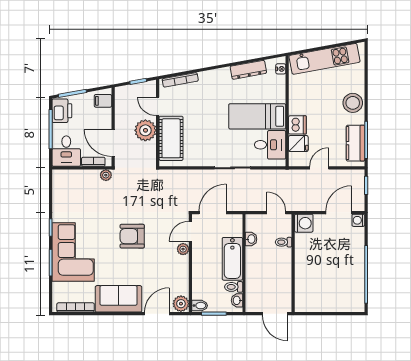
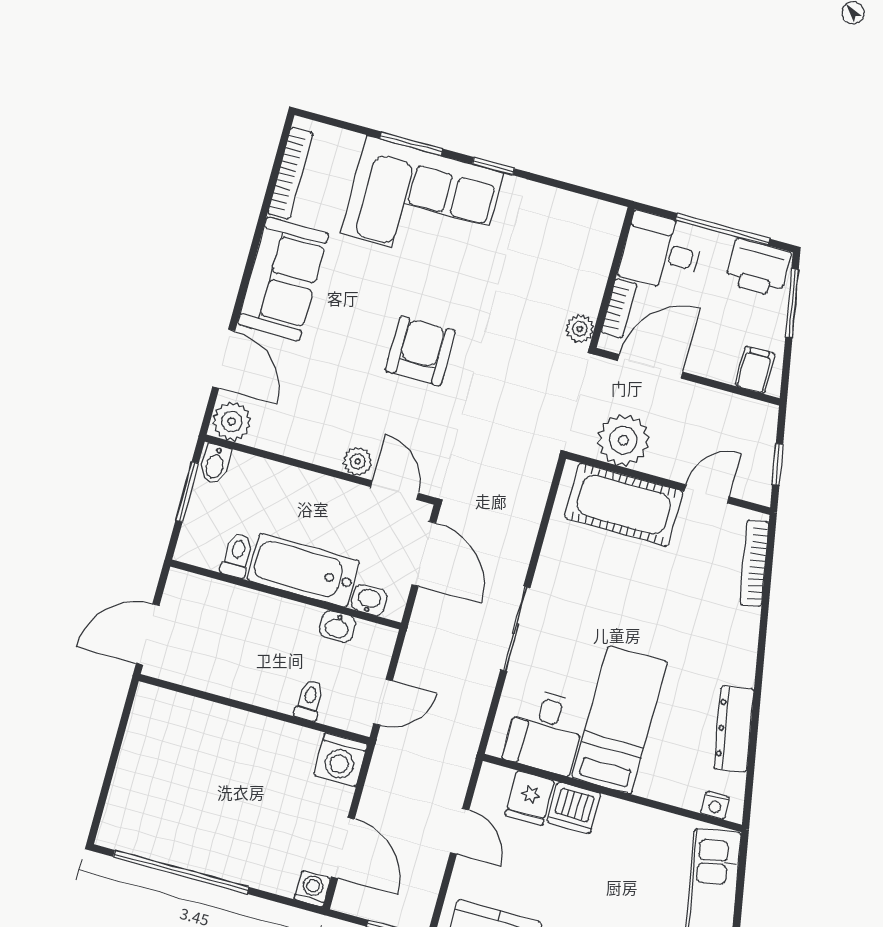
plant: (145, 130) -> (623, 440), moved
washbasin: (237, 300) -> (369, 600), moved

